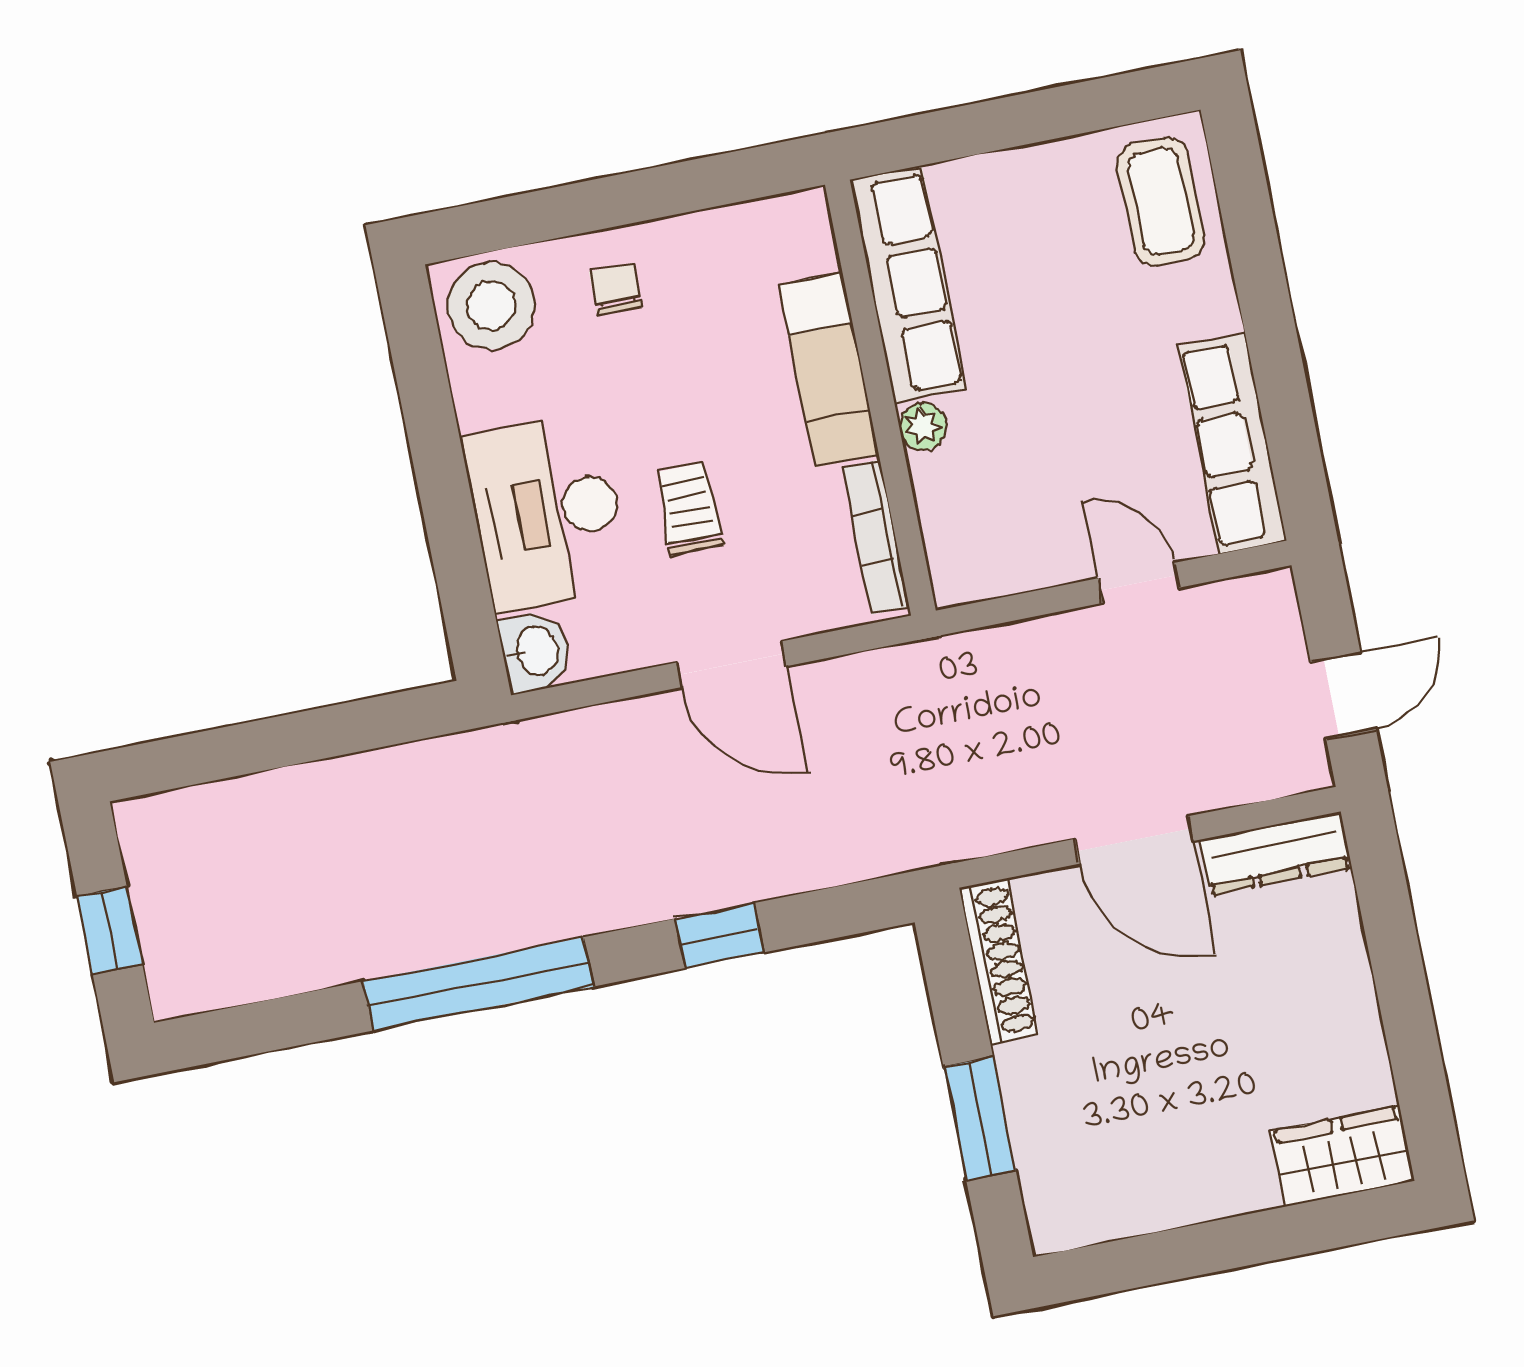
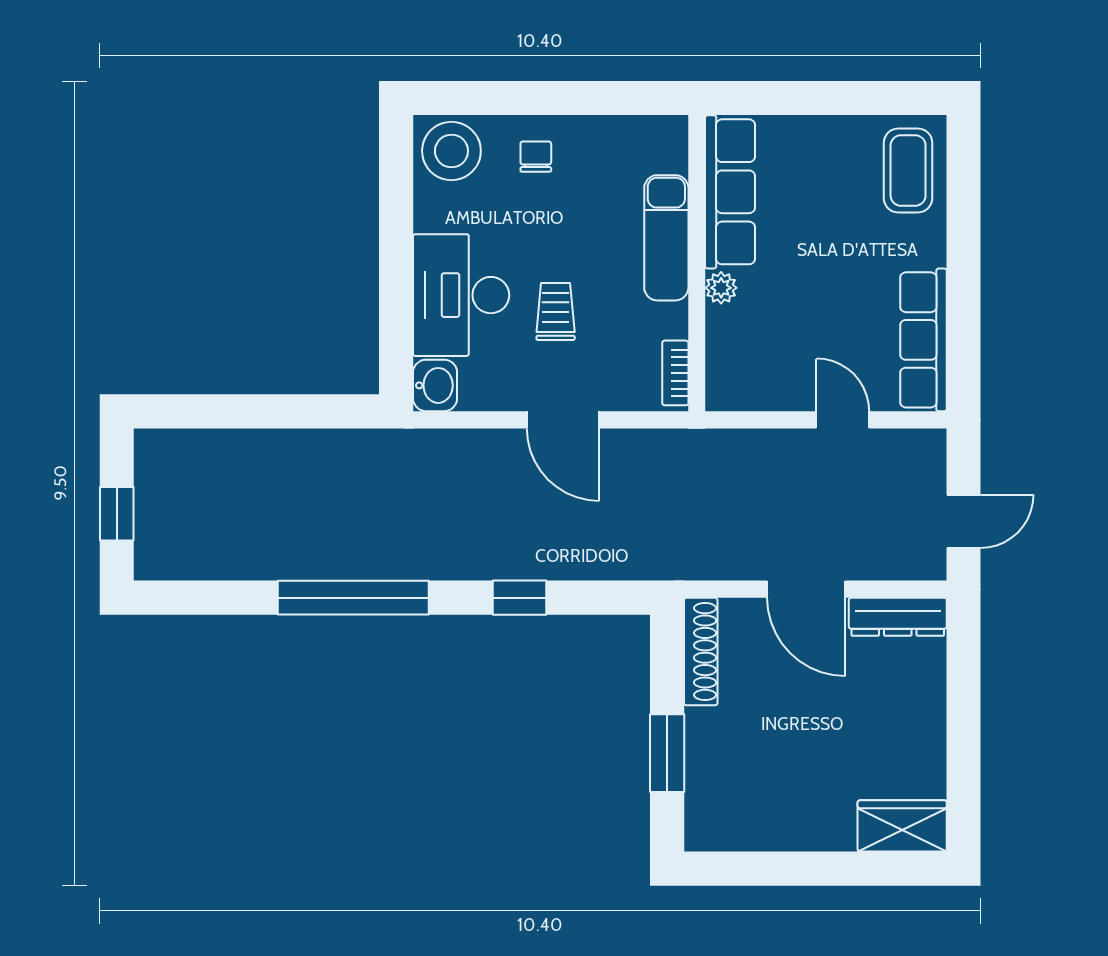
bookcase: (876, 537) -> (675, 373), width x0.64

